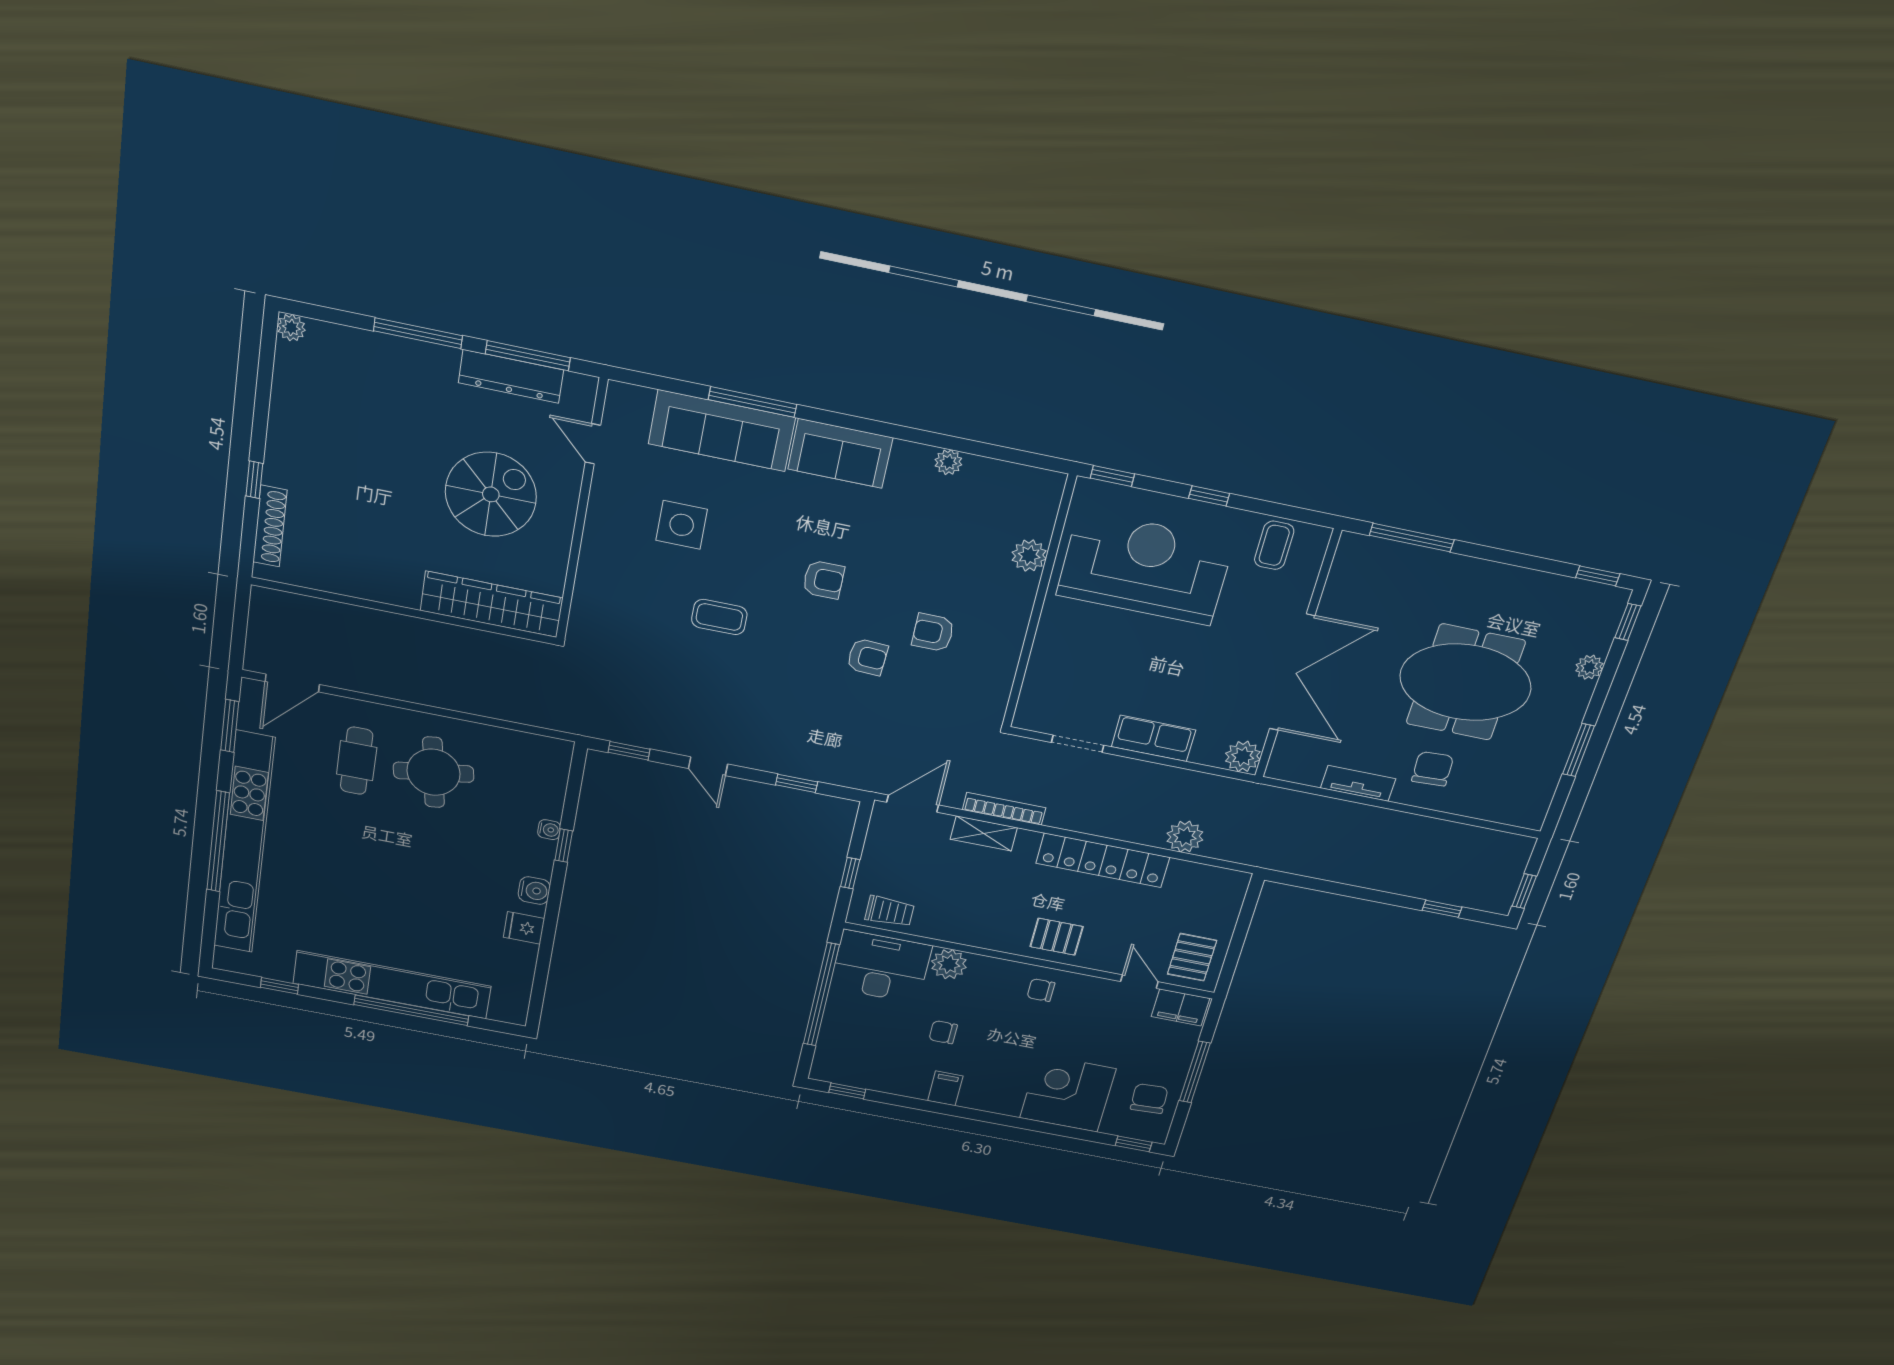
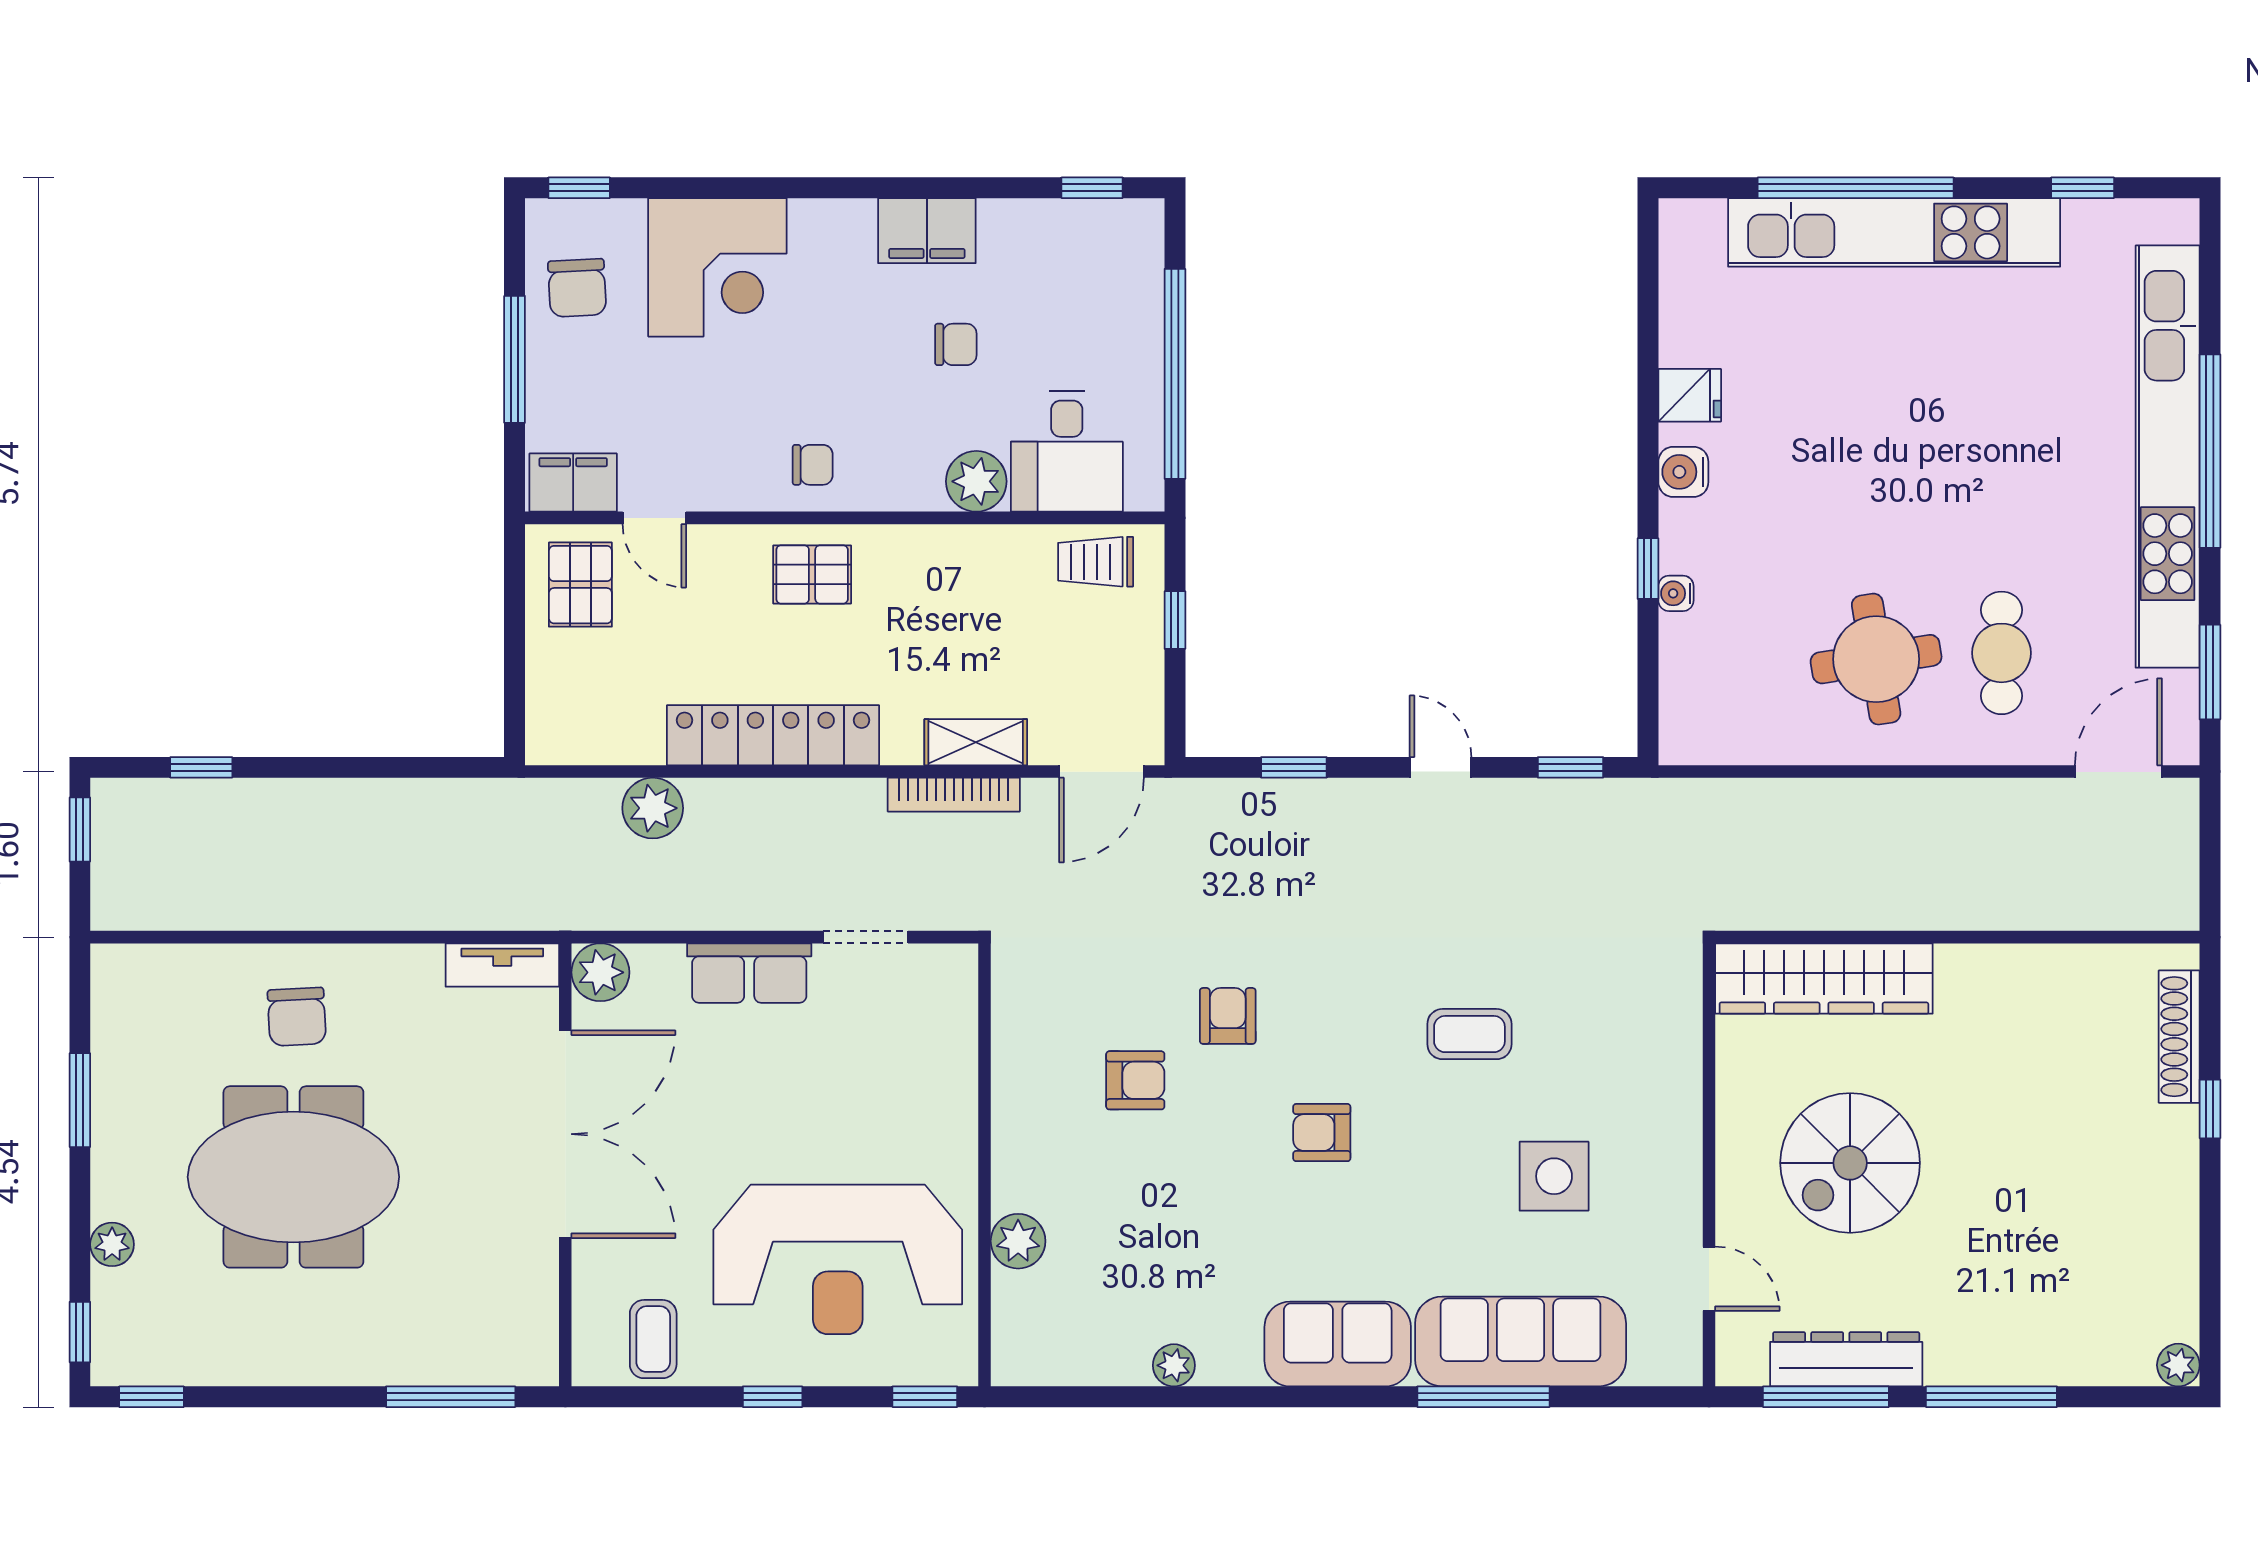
armchair: (867, 657) -> (1228, 1016), turned 87
double door: (1292, 673) -> (565, 1134), swing flipped
tv unit: (1358, 783) -> (502, 965), moved
desk: (881, 967) -> (1067, 451), width x0.73
filing cabinet: (945, 1088) -> (927, 231), width x2.00

